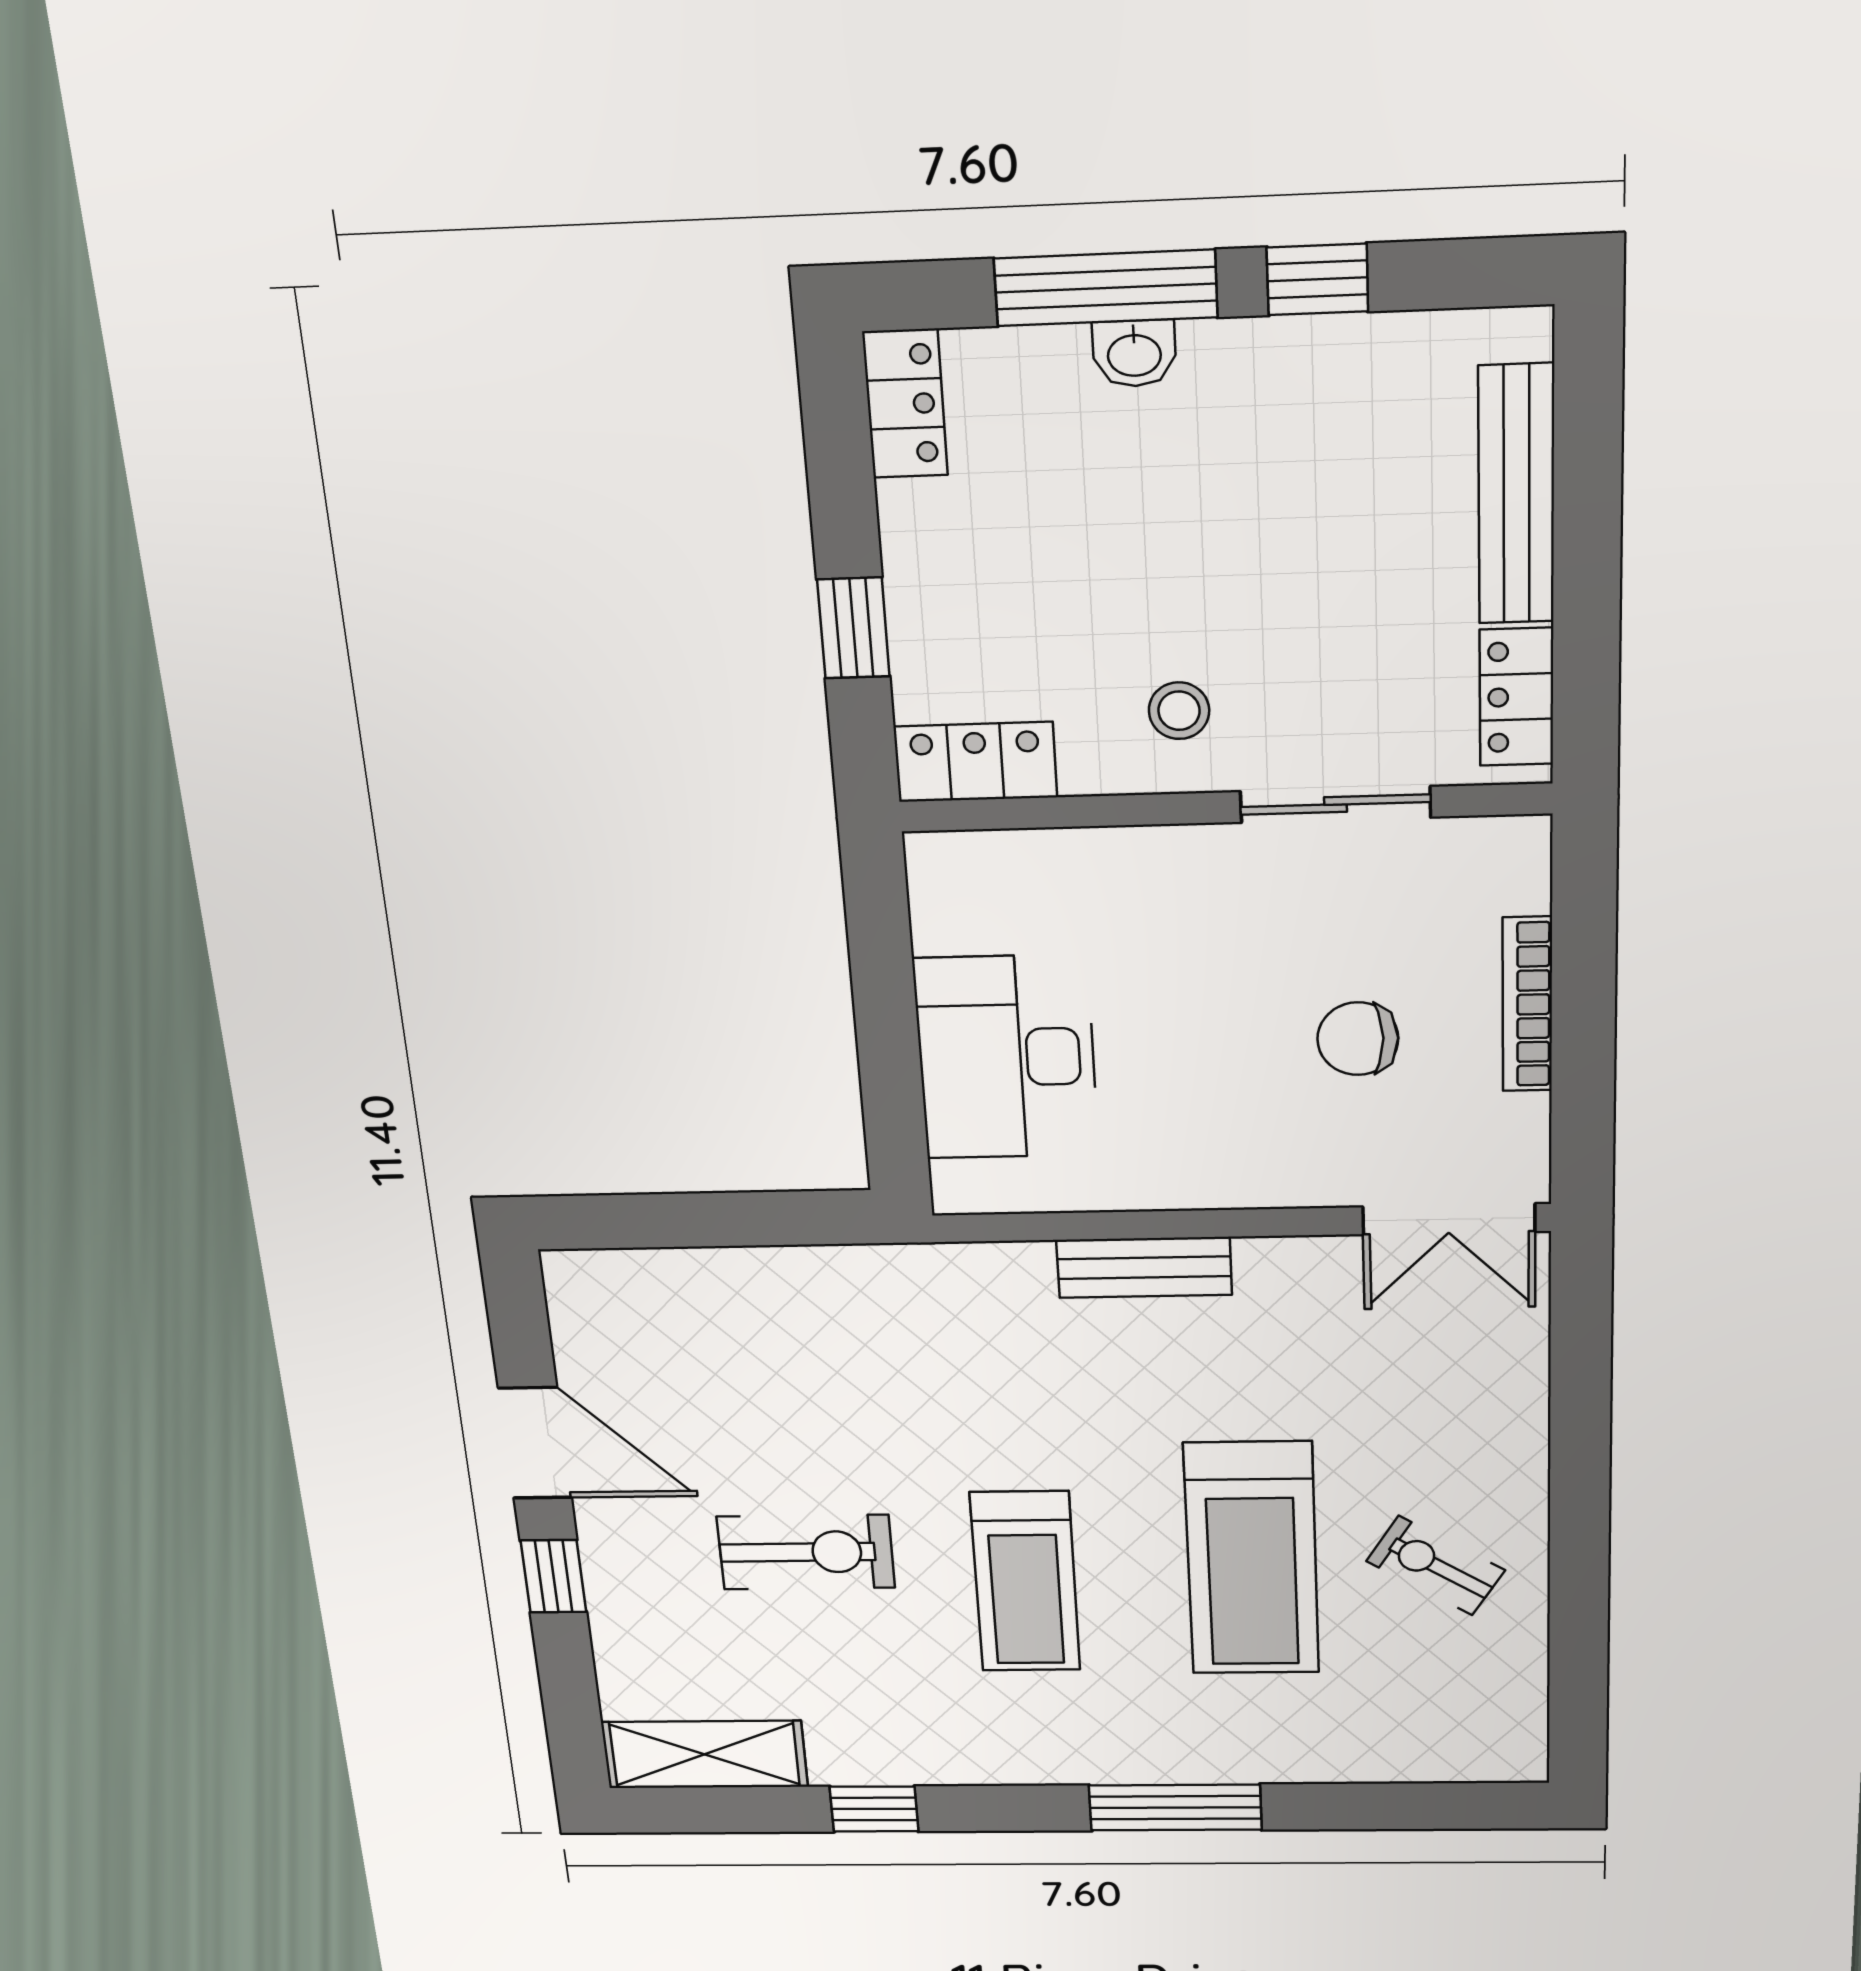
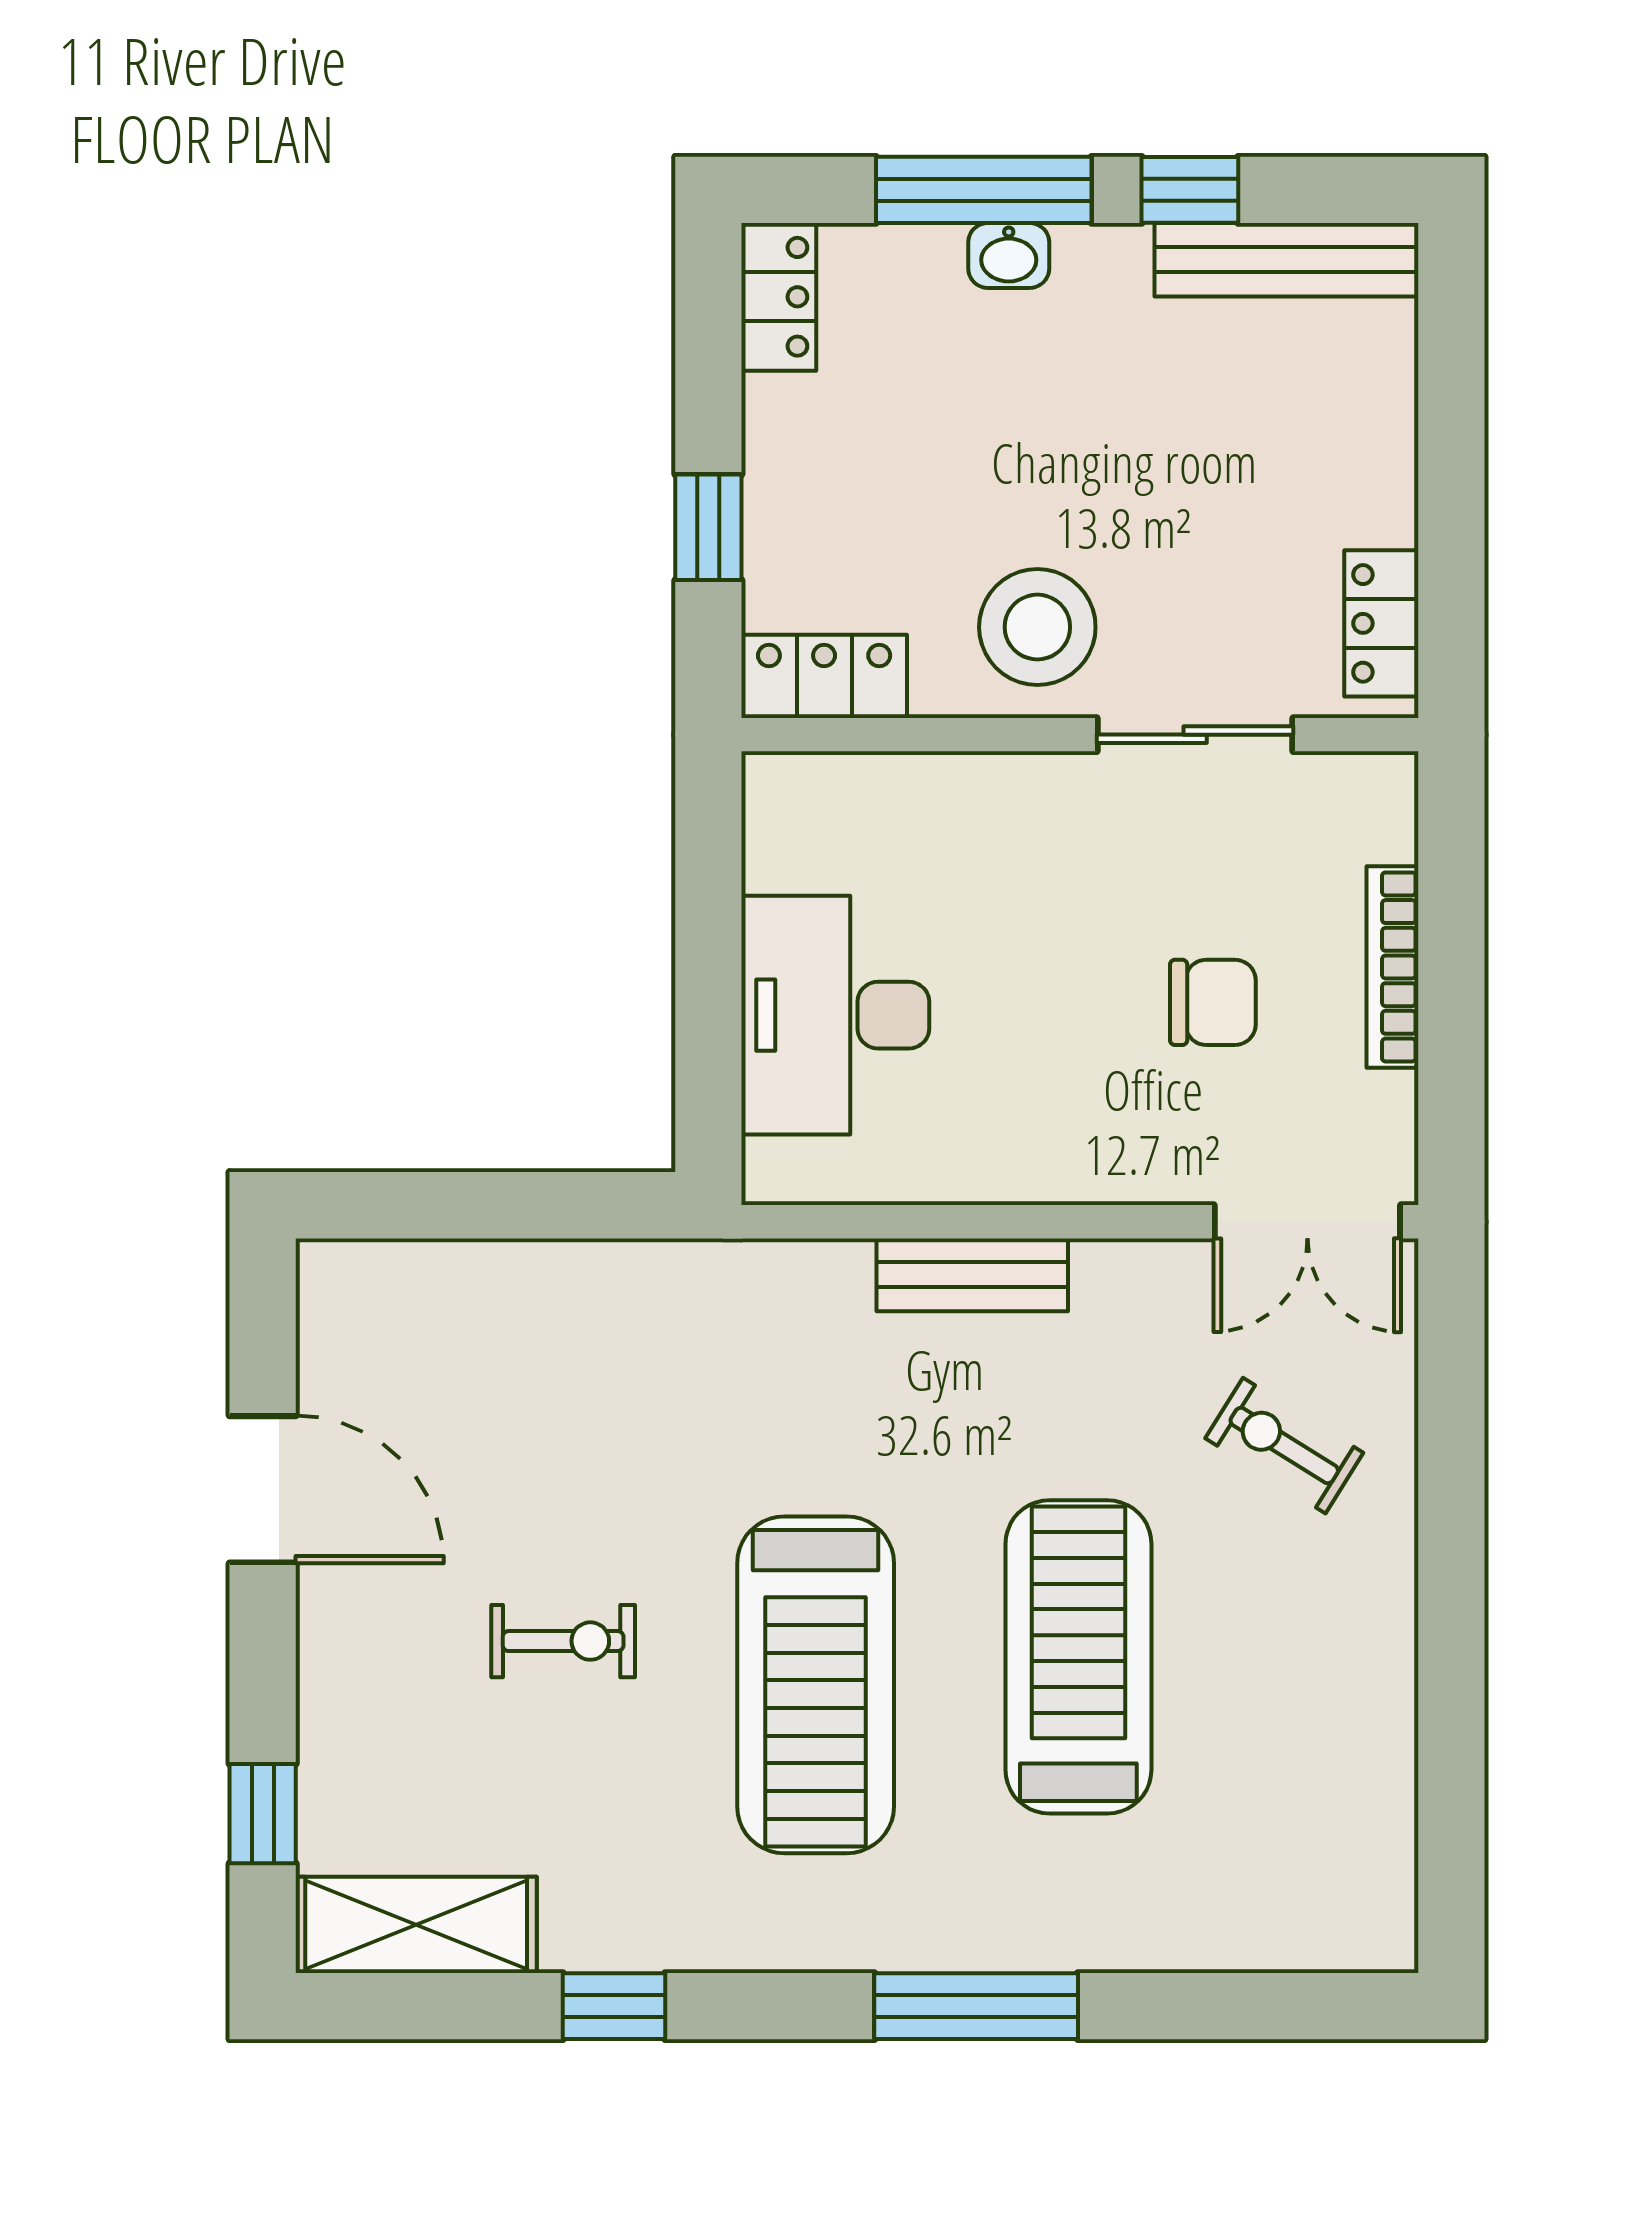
bench: (1516, 495) -> (1287, 260), moved, turned 90
stool: (1179, 711) -> (1037, 627), width x1.89, depth x1.89
chair: (1358, 1039) -> (1213, 1002), turned 180
exercise bike: (806, 1552) -> (563, 1641), width x0.73, depth x0.72
treadmill: (1252, 1559) -> (1078, 1657), turned 180
exercise bike: (1436, 1566) -> (1284, 1446), moved
window: (553, 1576) -> (263, 1814), moved
treadmill: (1025, 1582) -> (816, 1685), width x1.37, depth x1.38

